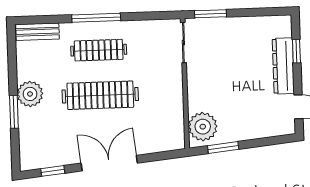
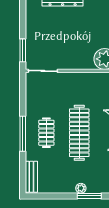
clothes rail: (99, 50) -> (46, 133), width x0.73
plant: (30, 94) -> (81, 188), width x0.53, depth x0.53

